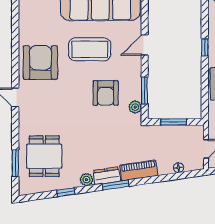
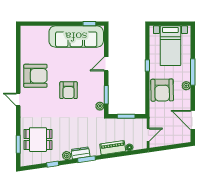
coffee table: (90, 49) -> (69, 67), removed
armchair: (40, 63) -> (35, 76), turned 90
armchair: (106, 93) -> (69, 90), moved
dining table: (44, 156) -> (38, 140), turned 90
piano: (139, 170) -> (113, 148), moved

